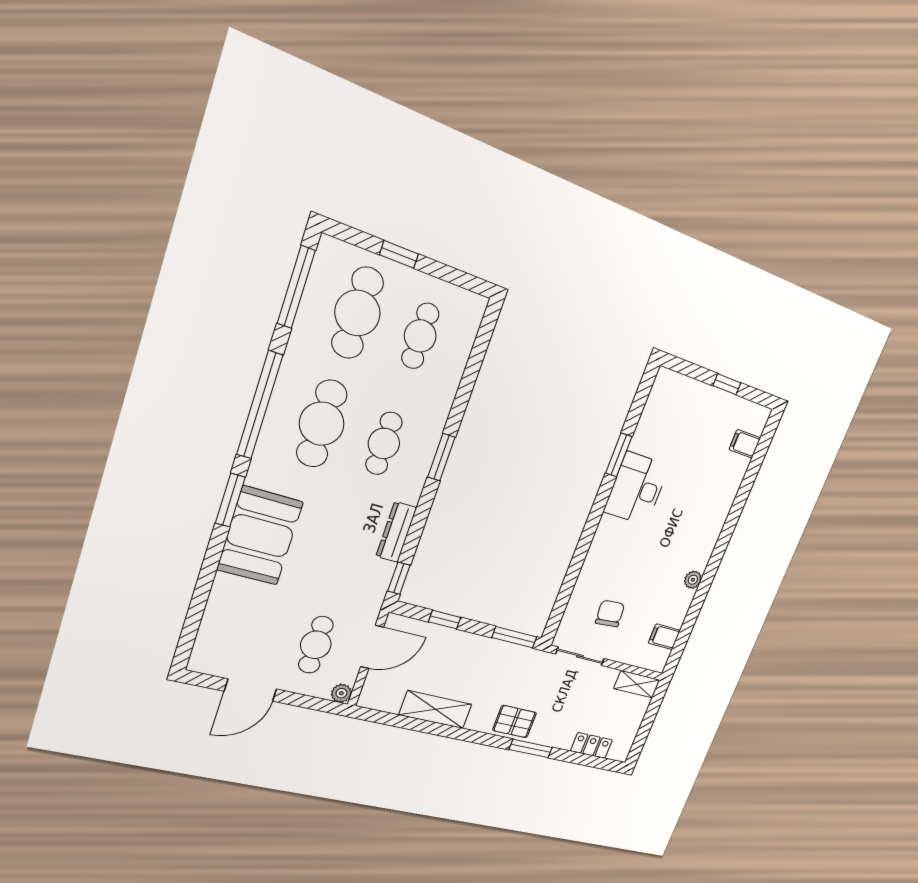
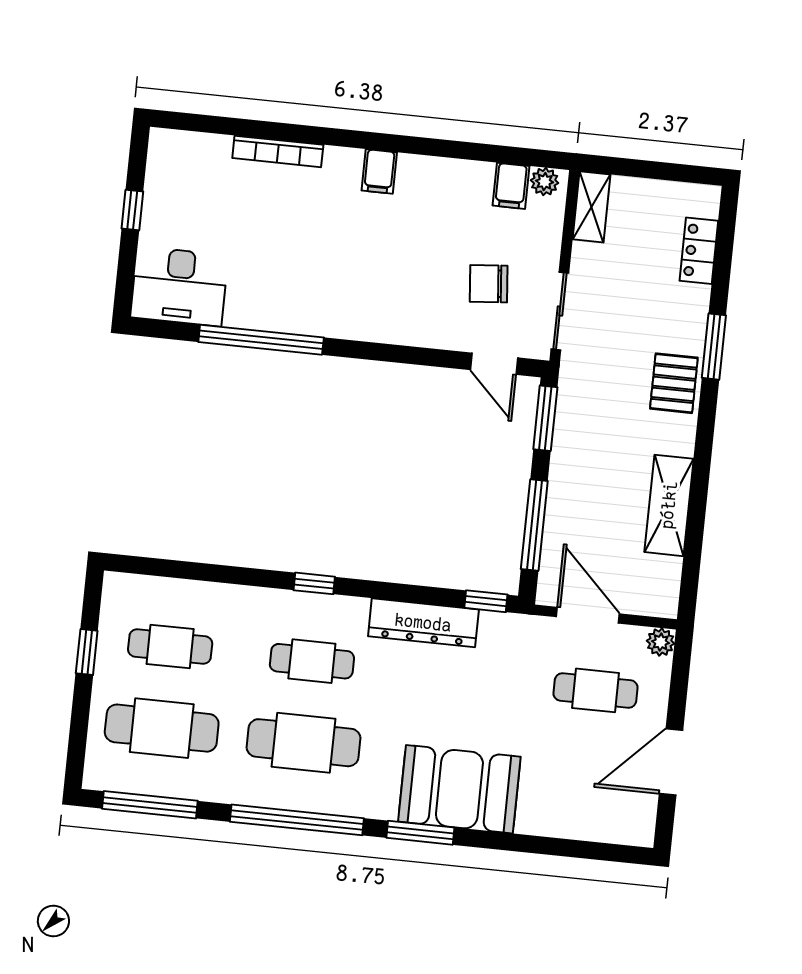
window: (399, 254) -> (87, 652), moved
filing cabinet: (745, 444) -> (379, 171), moved
window: (619, 455) -> (261, 340), width x2.11
window: (441, 457) -> (314, 583), width x0.67
desk: (637, 489) -> (179, 286), moved
bookcase: (731, 492) -> (278, 151), added
dresser: (396, 532) -> (423, 623), width x1.37, depth x1.24
plant: (693, 580) -> (545, 182), moved
door: (559, 609) -> (494, 364), added
window: (445, 620) -> (534, 525), width x2.17
door: (250, 690) -> (671, 762), swing flipped

